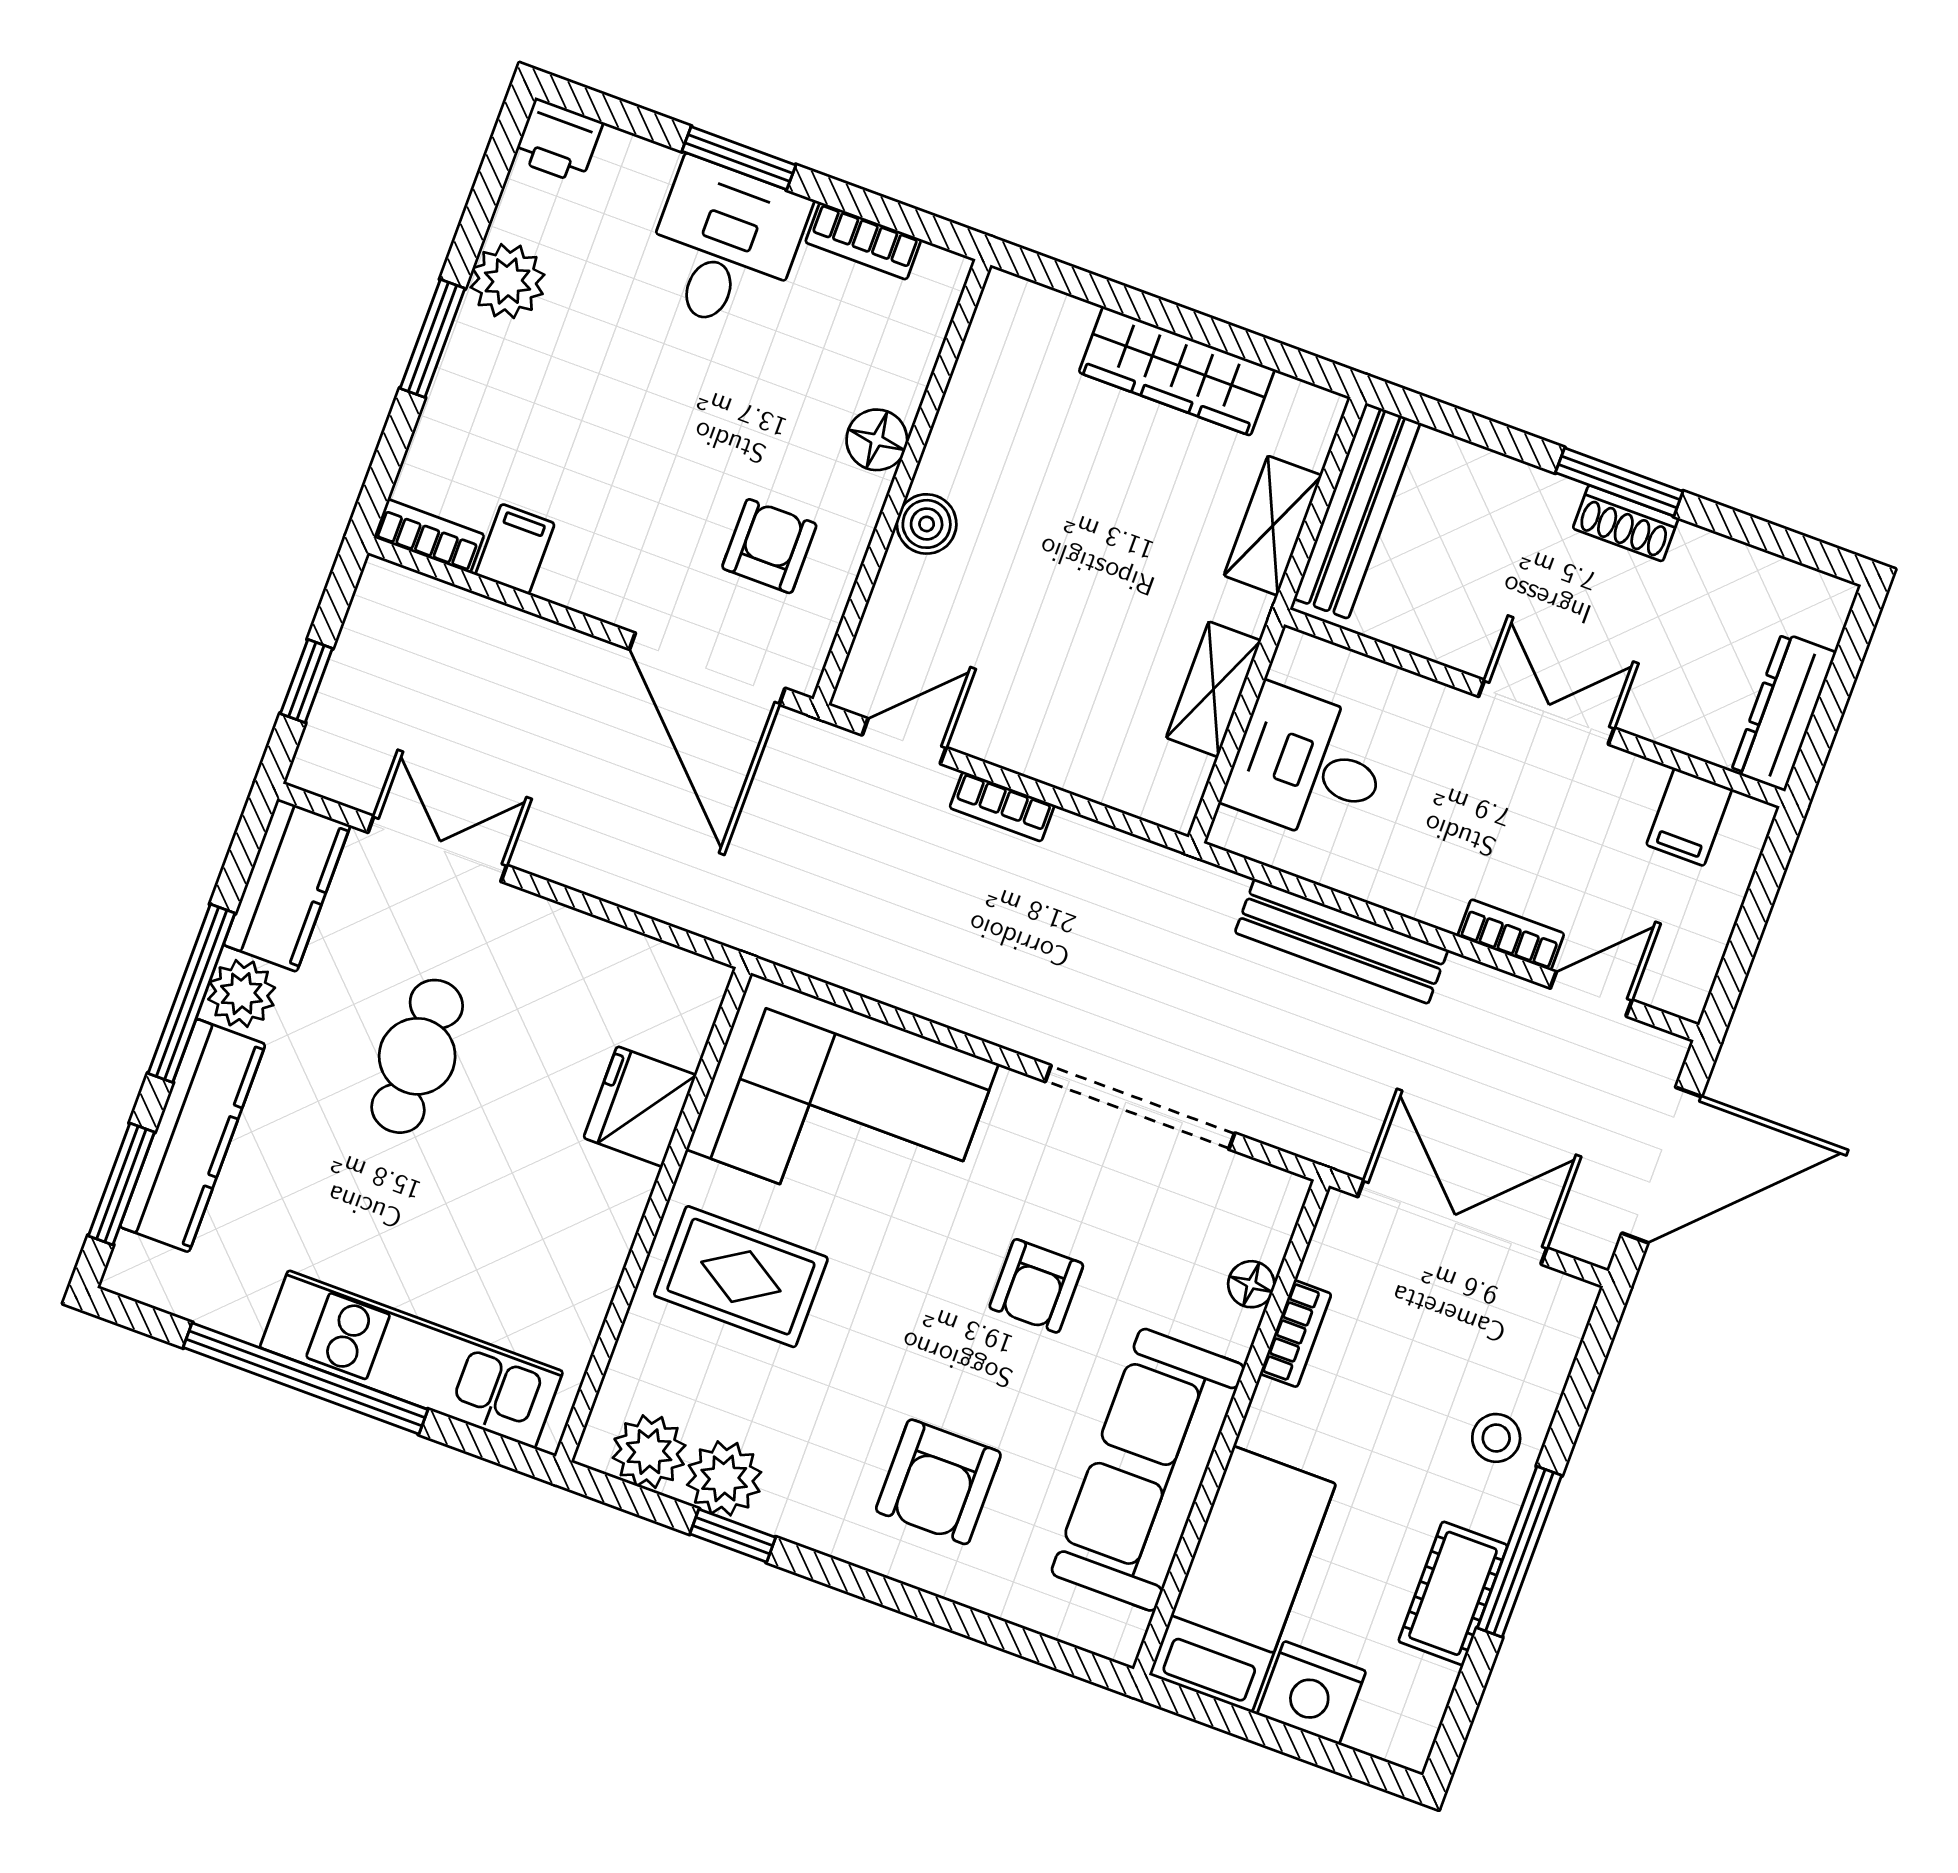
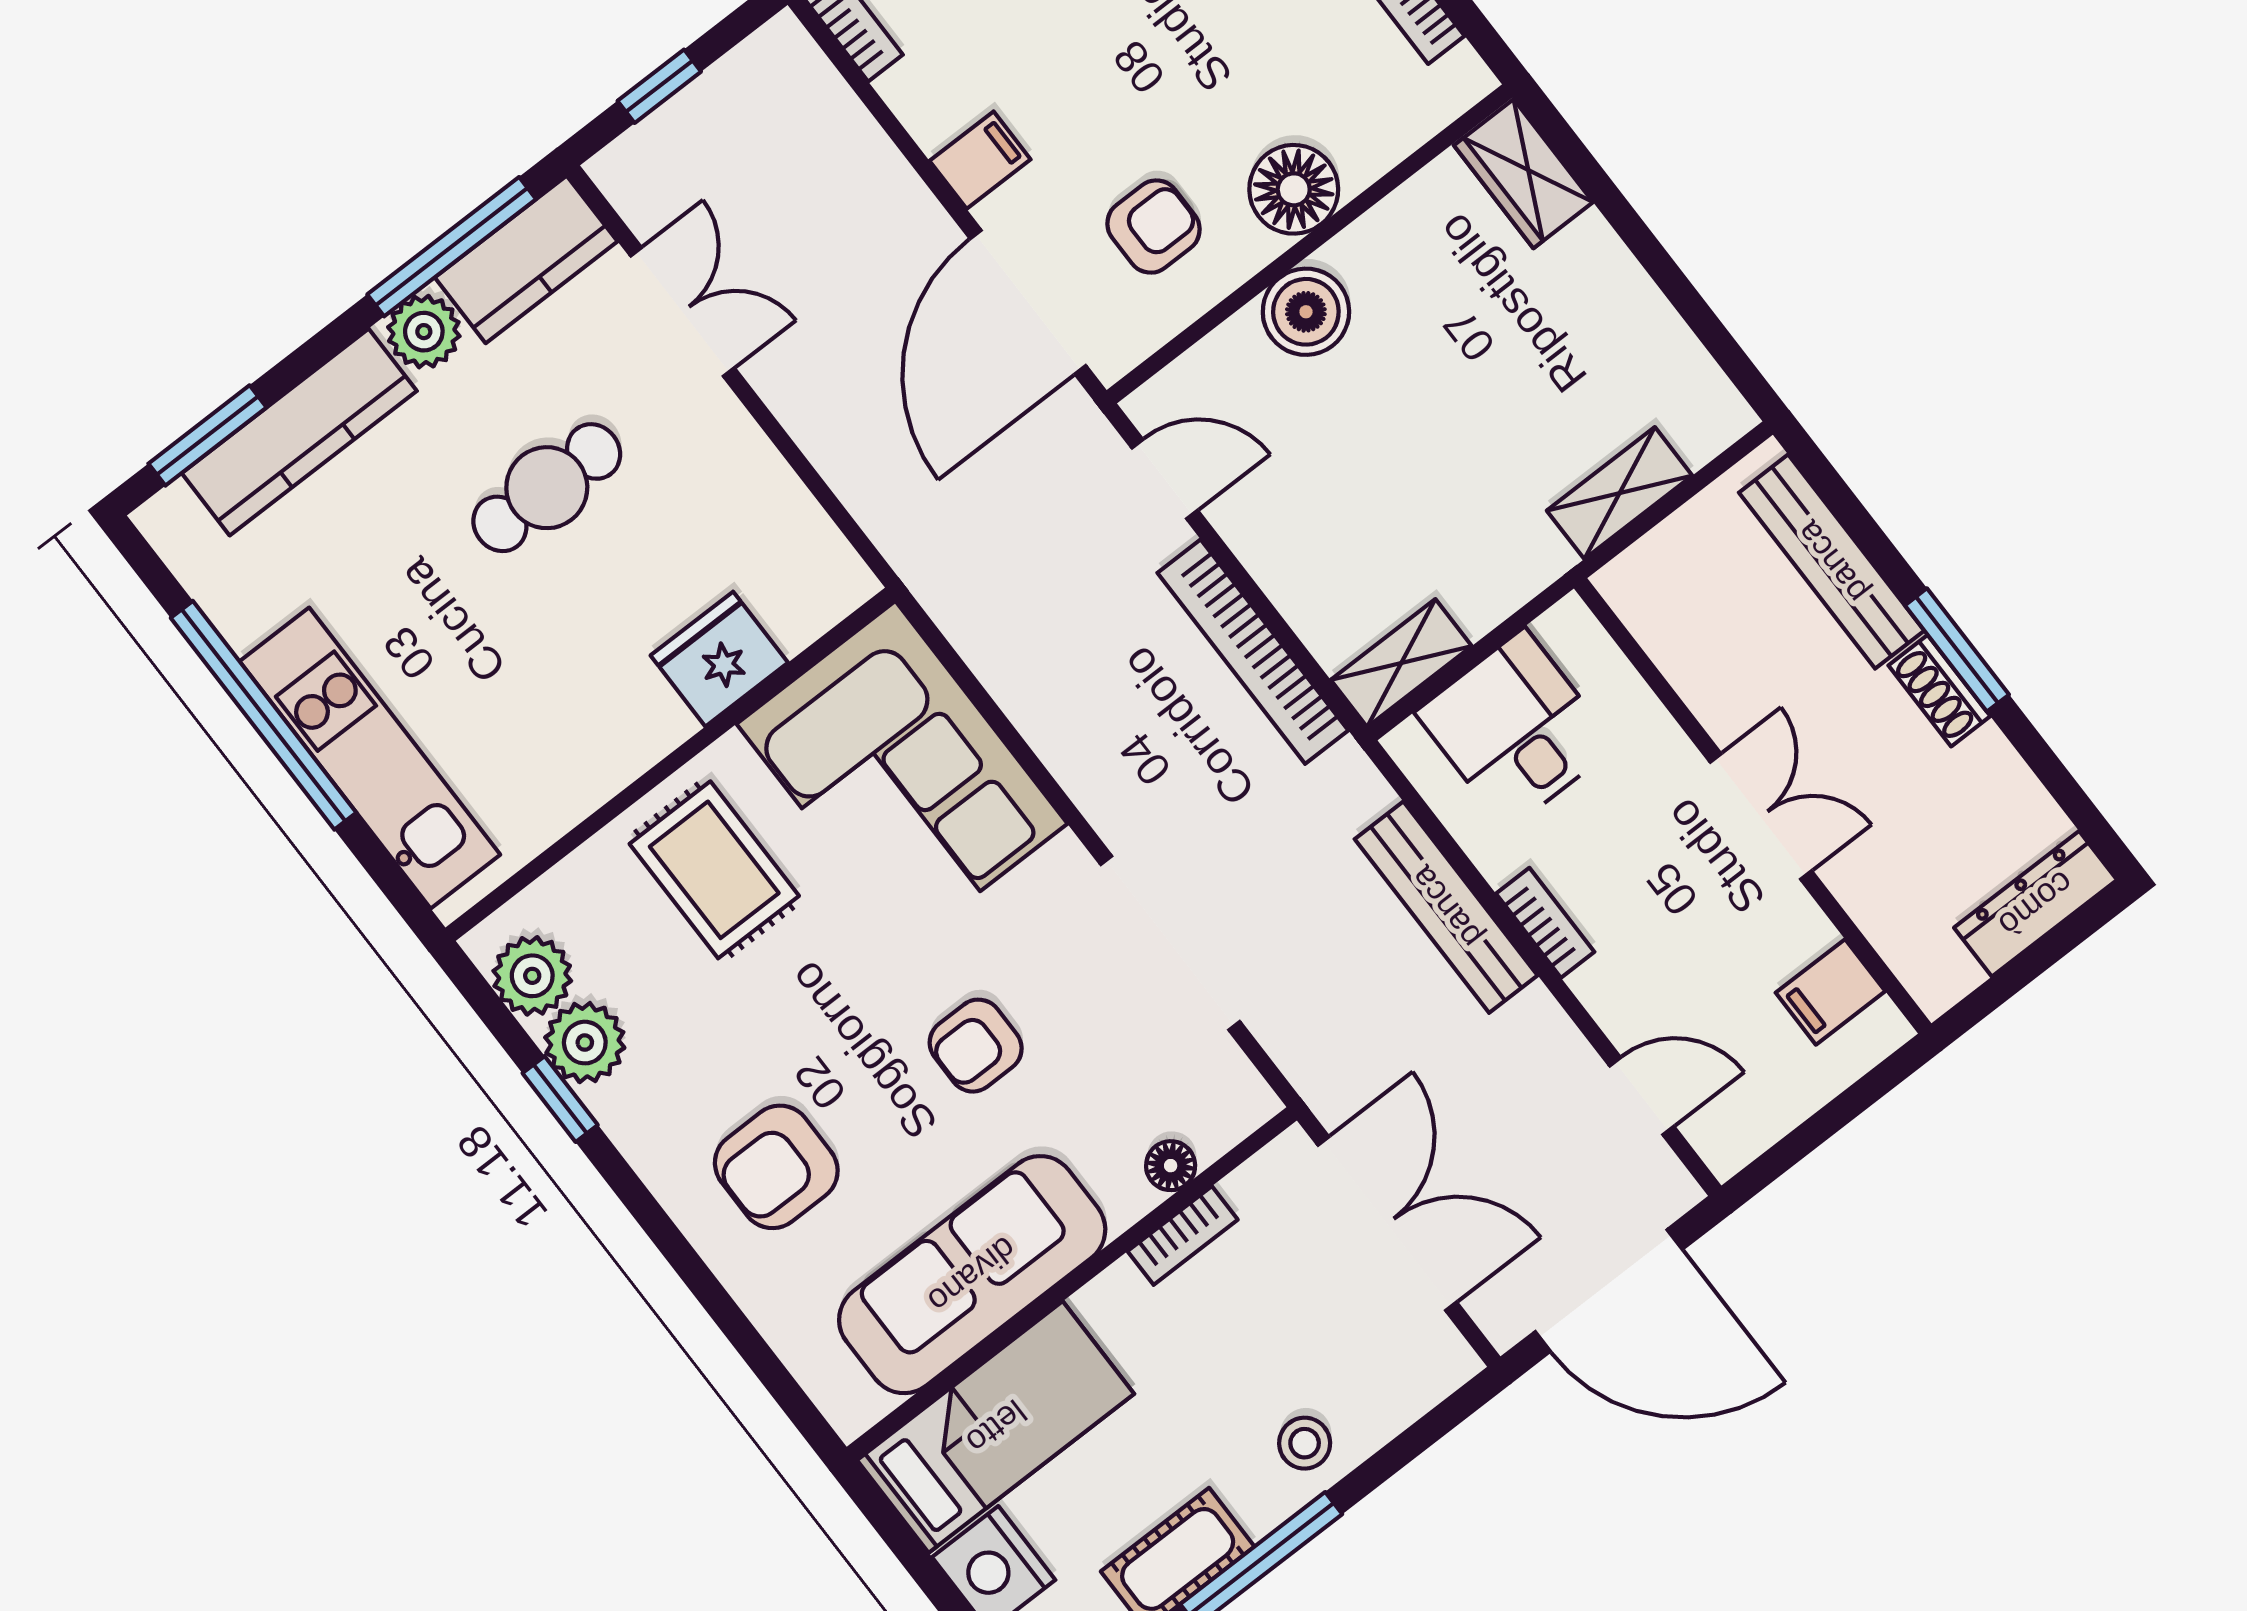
wardrobe: (1177, 371) -> (1523, 174), moved, width x0.67
floor lamp: (877, 440) -> (1294, 189), width x1.38, depth x1.38
bench: (1357, 511) -> (1832, 562), moved, turned 90
boiler: (927, 524) -> (1306, 312), width x1.36, depth x1.36
filing cabinet: (515, 549) -> (980, 160), moved
shelving: (1214, 689) -> (1401, 663), moved
dresser: (1784, 712) -> (2036, 904), moved
bookcase: (1002, 807) -> (1253, 652), width x2.31, depth x1.31
bookcase: (1511, 935) -> (1545, 923), moved
window: (192, 993) -> (452, 247), moved

